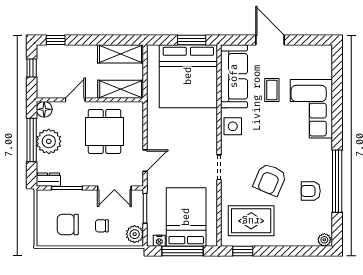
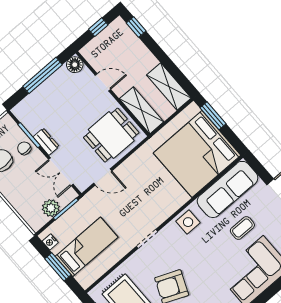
window: (192, 40) -> (213, 116), moved
dining table: (104, 131) -> (111, 135), moved
plant: (49, 141) -> (53, 90), removed
dresser: (48, 180) -> (46, 142), moved
bed: (186, 217) -> (87, 247), width x0.67
chair: (102, 226) -> (24, 148), moved
plant: (135, 234) -> (51, 208), moved
window: (183, 251) -> (58, 267), width x0.69

